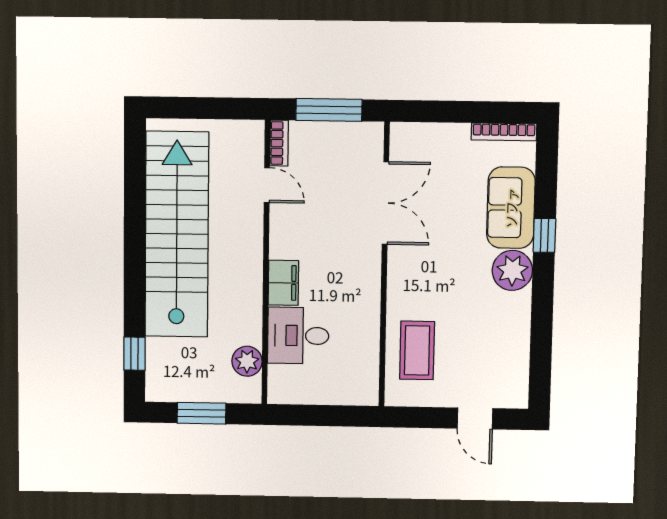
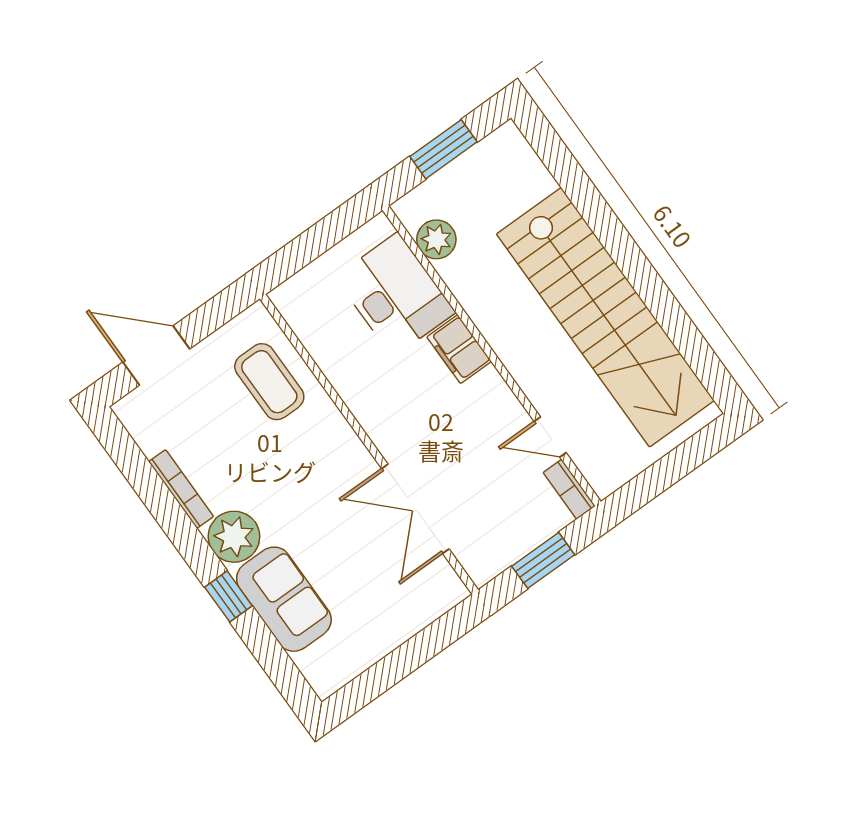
window: (329, 110) -> (543, 560), width x0.69
bookcase: (504, 132) -> (181, 489), moved, turned 90
desk: (298, 336) -> (395, 295), width x1.37
window: (134, 354) -> (559, 160), removed
door: (475, 418) -> (156, 356), width x1.38

